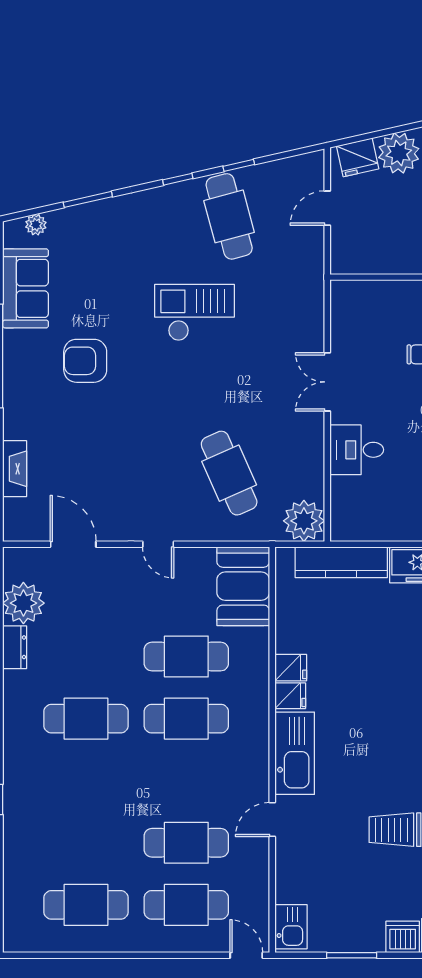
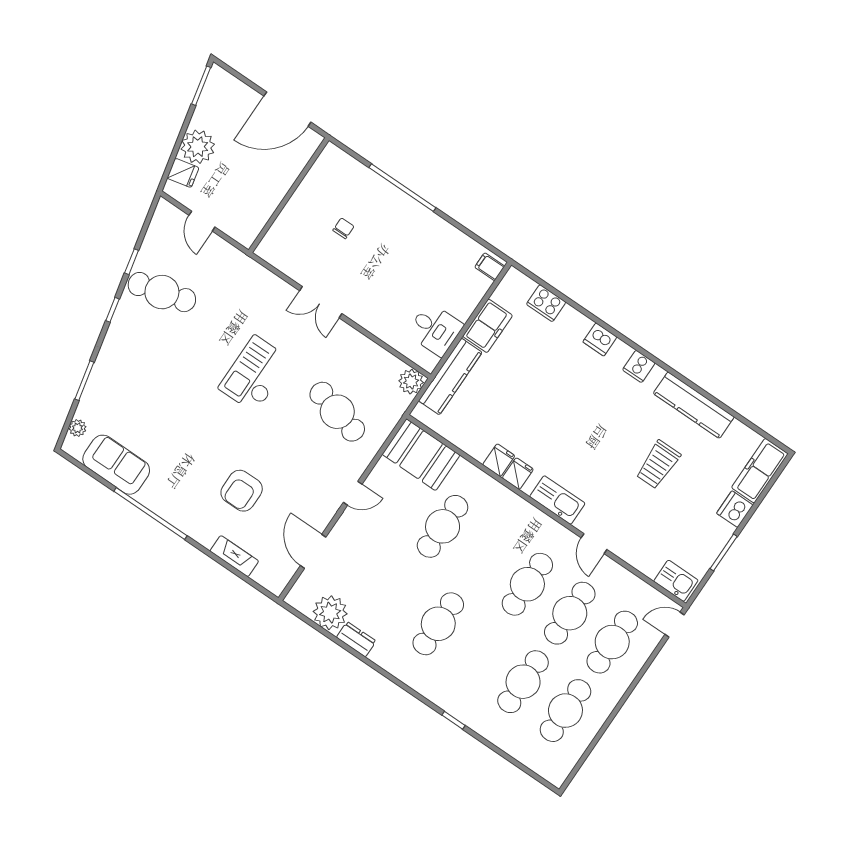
fridge: (358, 157) -> (183, 173), width x0.72
checkout: (195, 313) -> (255, 374), moved
armchair: (85, 361) -> (242, 491), moved
desk: (357, 450) -> (435, 329), moved, turned -90
cafe table: (229, 473) -> (337, 412), turned 39
plant: (304, 521) -> (411, 382), width x0.73, depth x0.73
door: (73, 544) -> (313, 551), hinge flipped
cafe table: (186, 719) -> (527, 584), moved
kitchen sink: (295, 753) -> (557, 500), width x0.73, depth x0.81
cafe table: (86, 843) -> (523, 682), added

